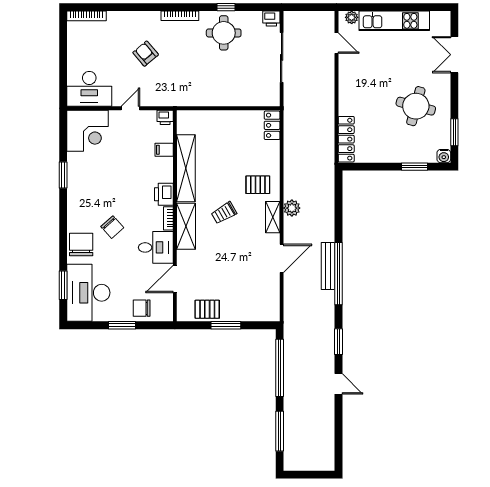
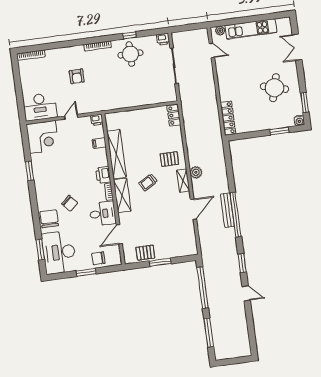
armchair: (146, 54) -> (77, 76), turned -140

